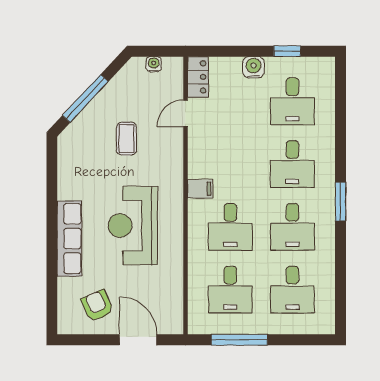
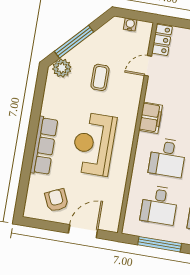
plant: (76, 135) -> (62, 68), added
filing cabinet: (200, 189) -> (151, 118), width x2.00
door: (138, 340) -> (83, 231), hinge flipped

